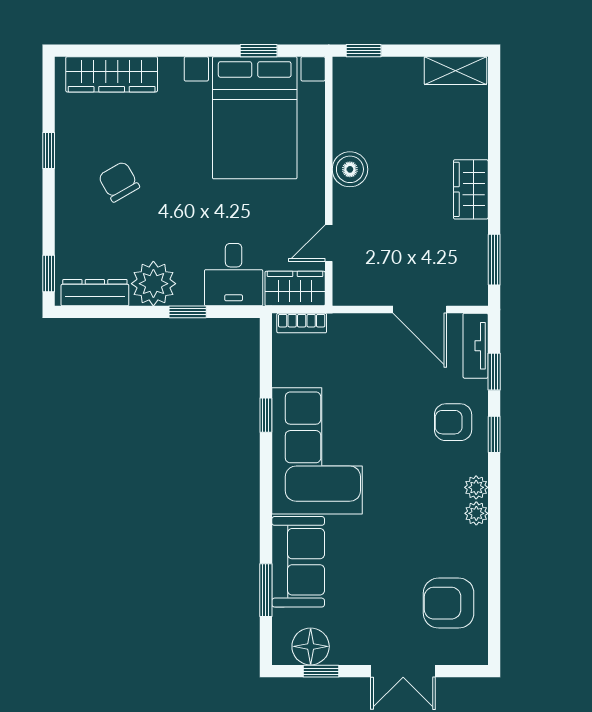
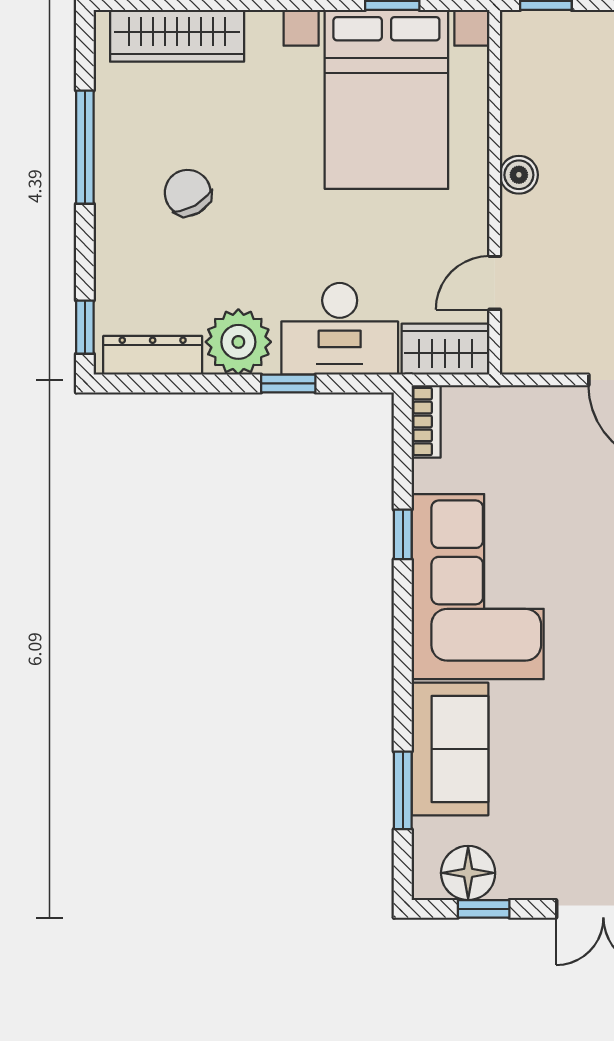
window: (49, 150) -> (85, 147), width x2.17
boiler: (350, 169) -> (519, 175), width x0.73, depth x0.73
desk: (234, 275) -> (340, 329), width x1.37
bookcase: (302, 323) -> (426, 421), moved, turned -90

